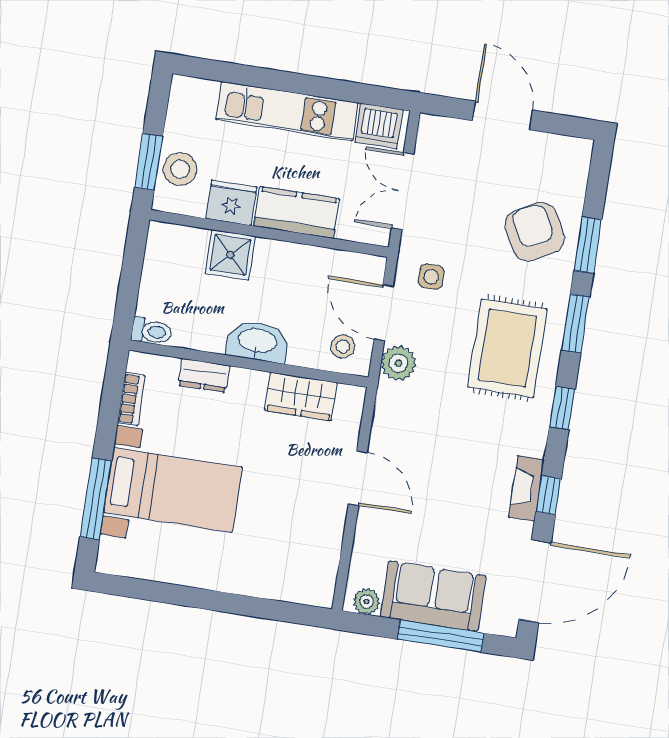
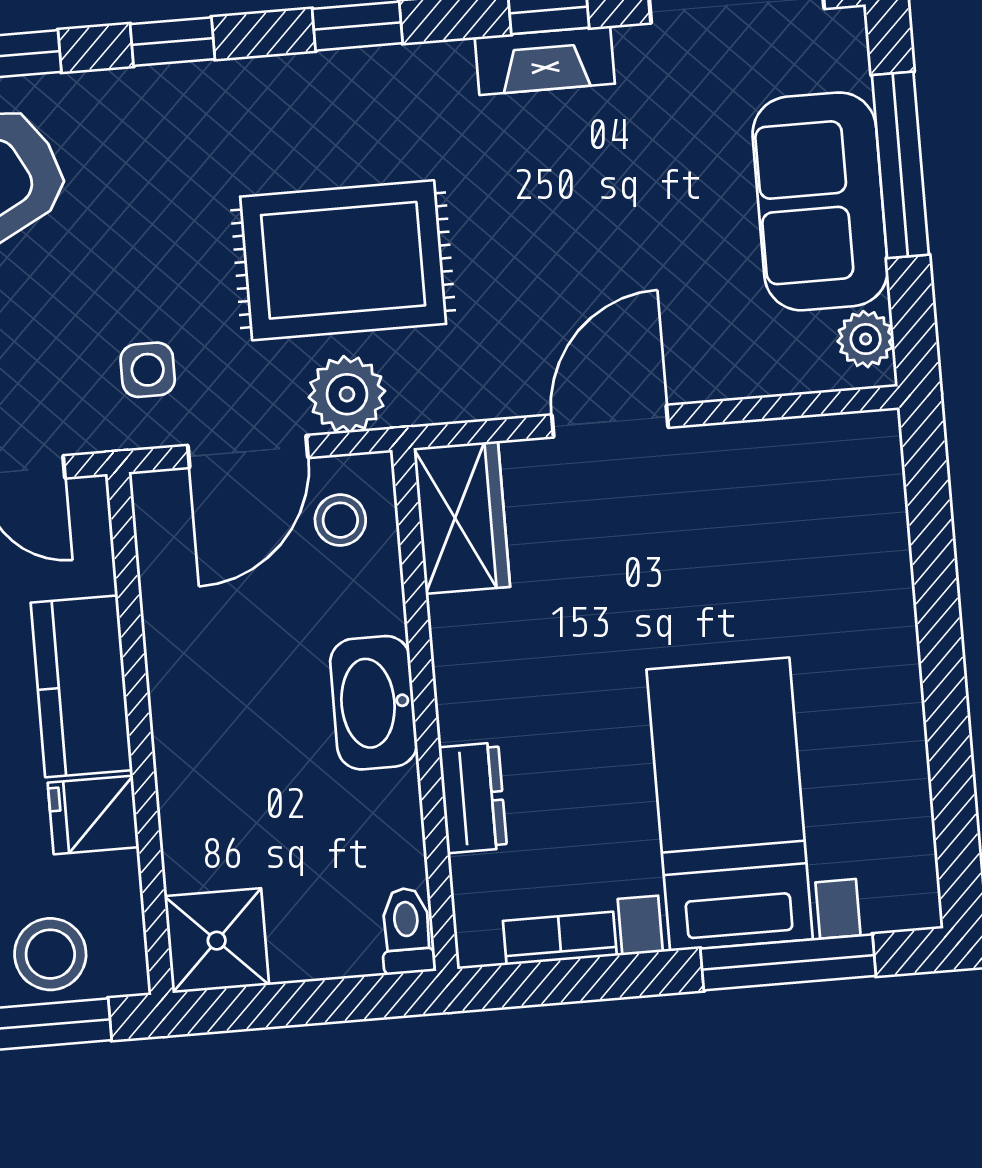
fridge: (231, 203) -> (93, 815), width x0.72
shower: (230, 255) -> (217, 941), moved
window: (575, 324) -> (172, 42), width x0.67
rug: (507, 348) -> (343, 260), moved
wardrobe: (301, 396) -> (462, 517), moved

